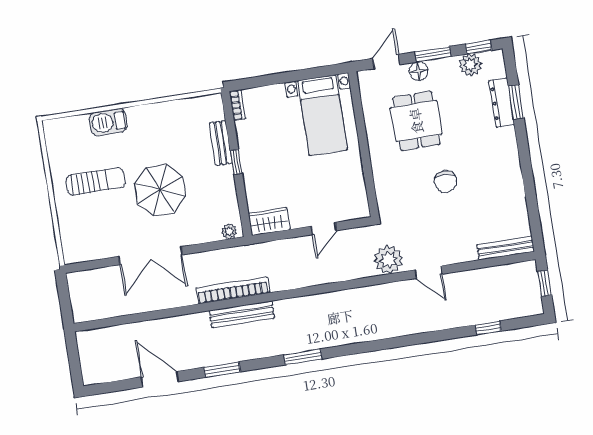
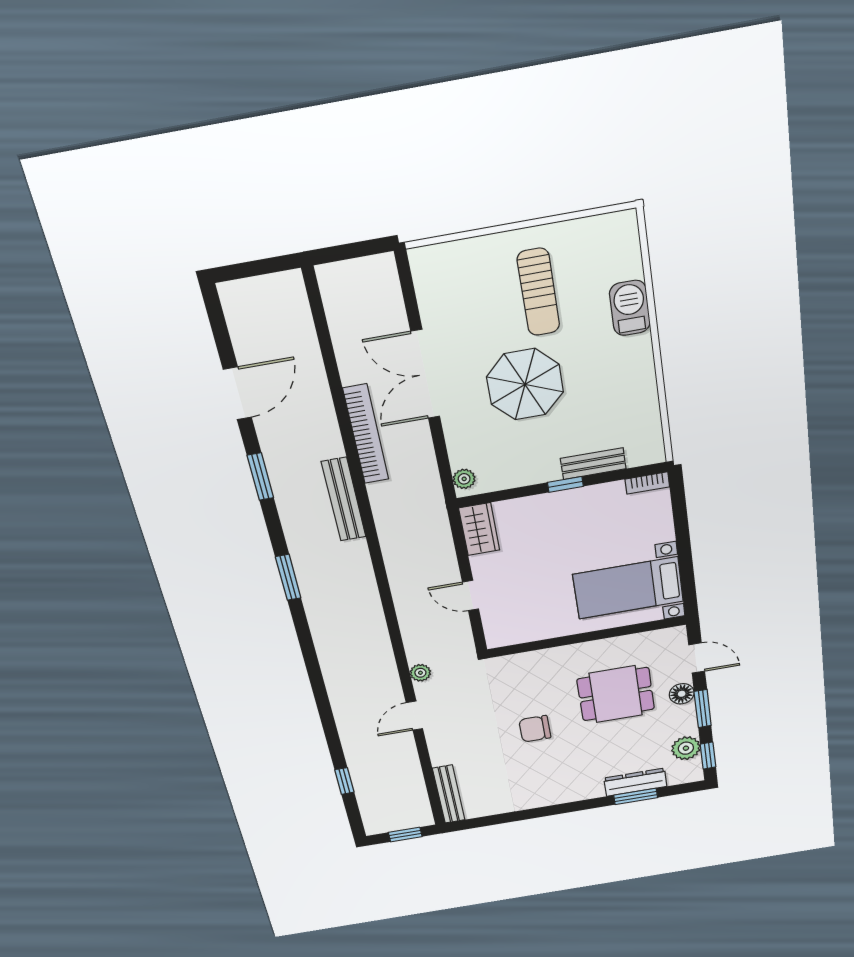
plant: (388, 260) -> (420, 673), width x0.53, depth x0.53
bookcase: (233, 290) -> (366, 434), moved

